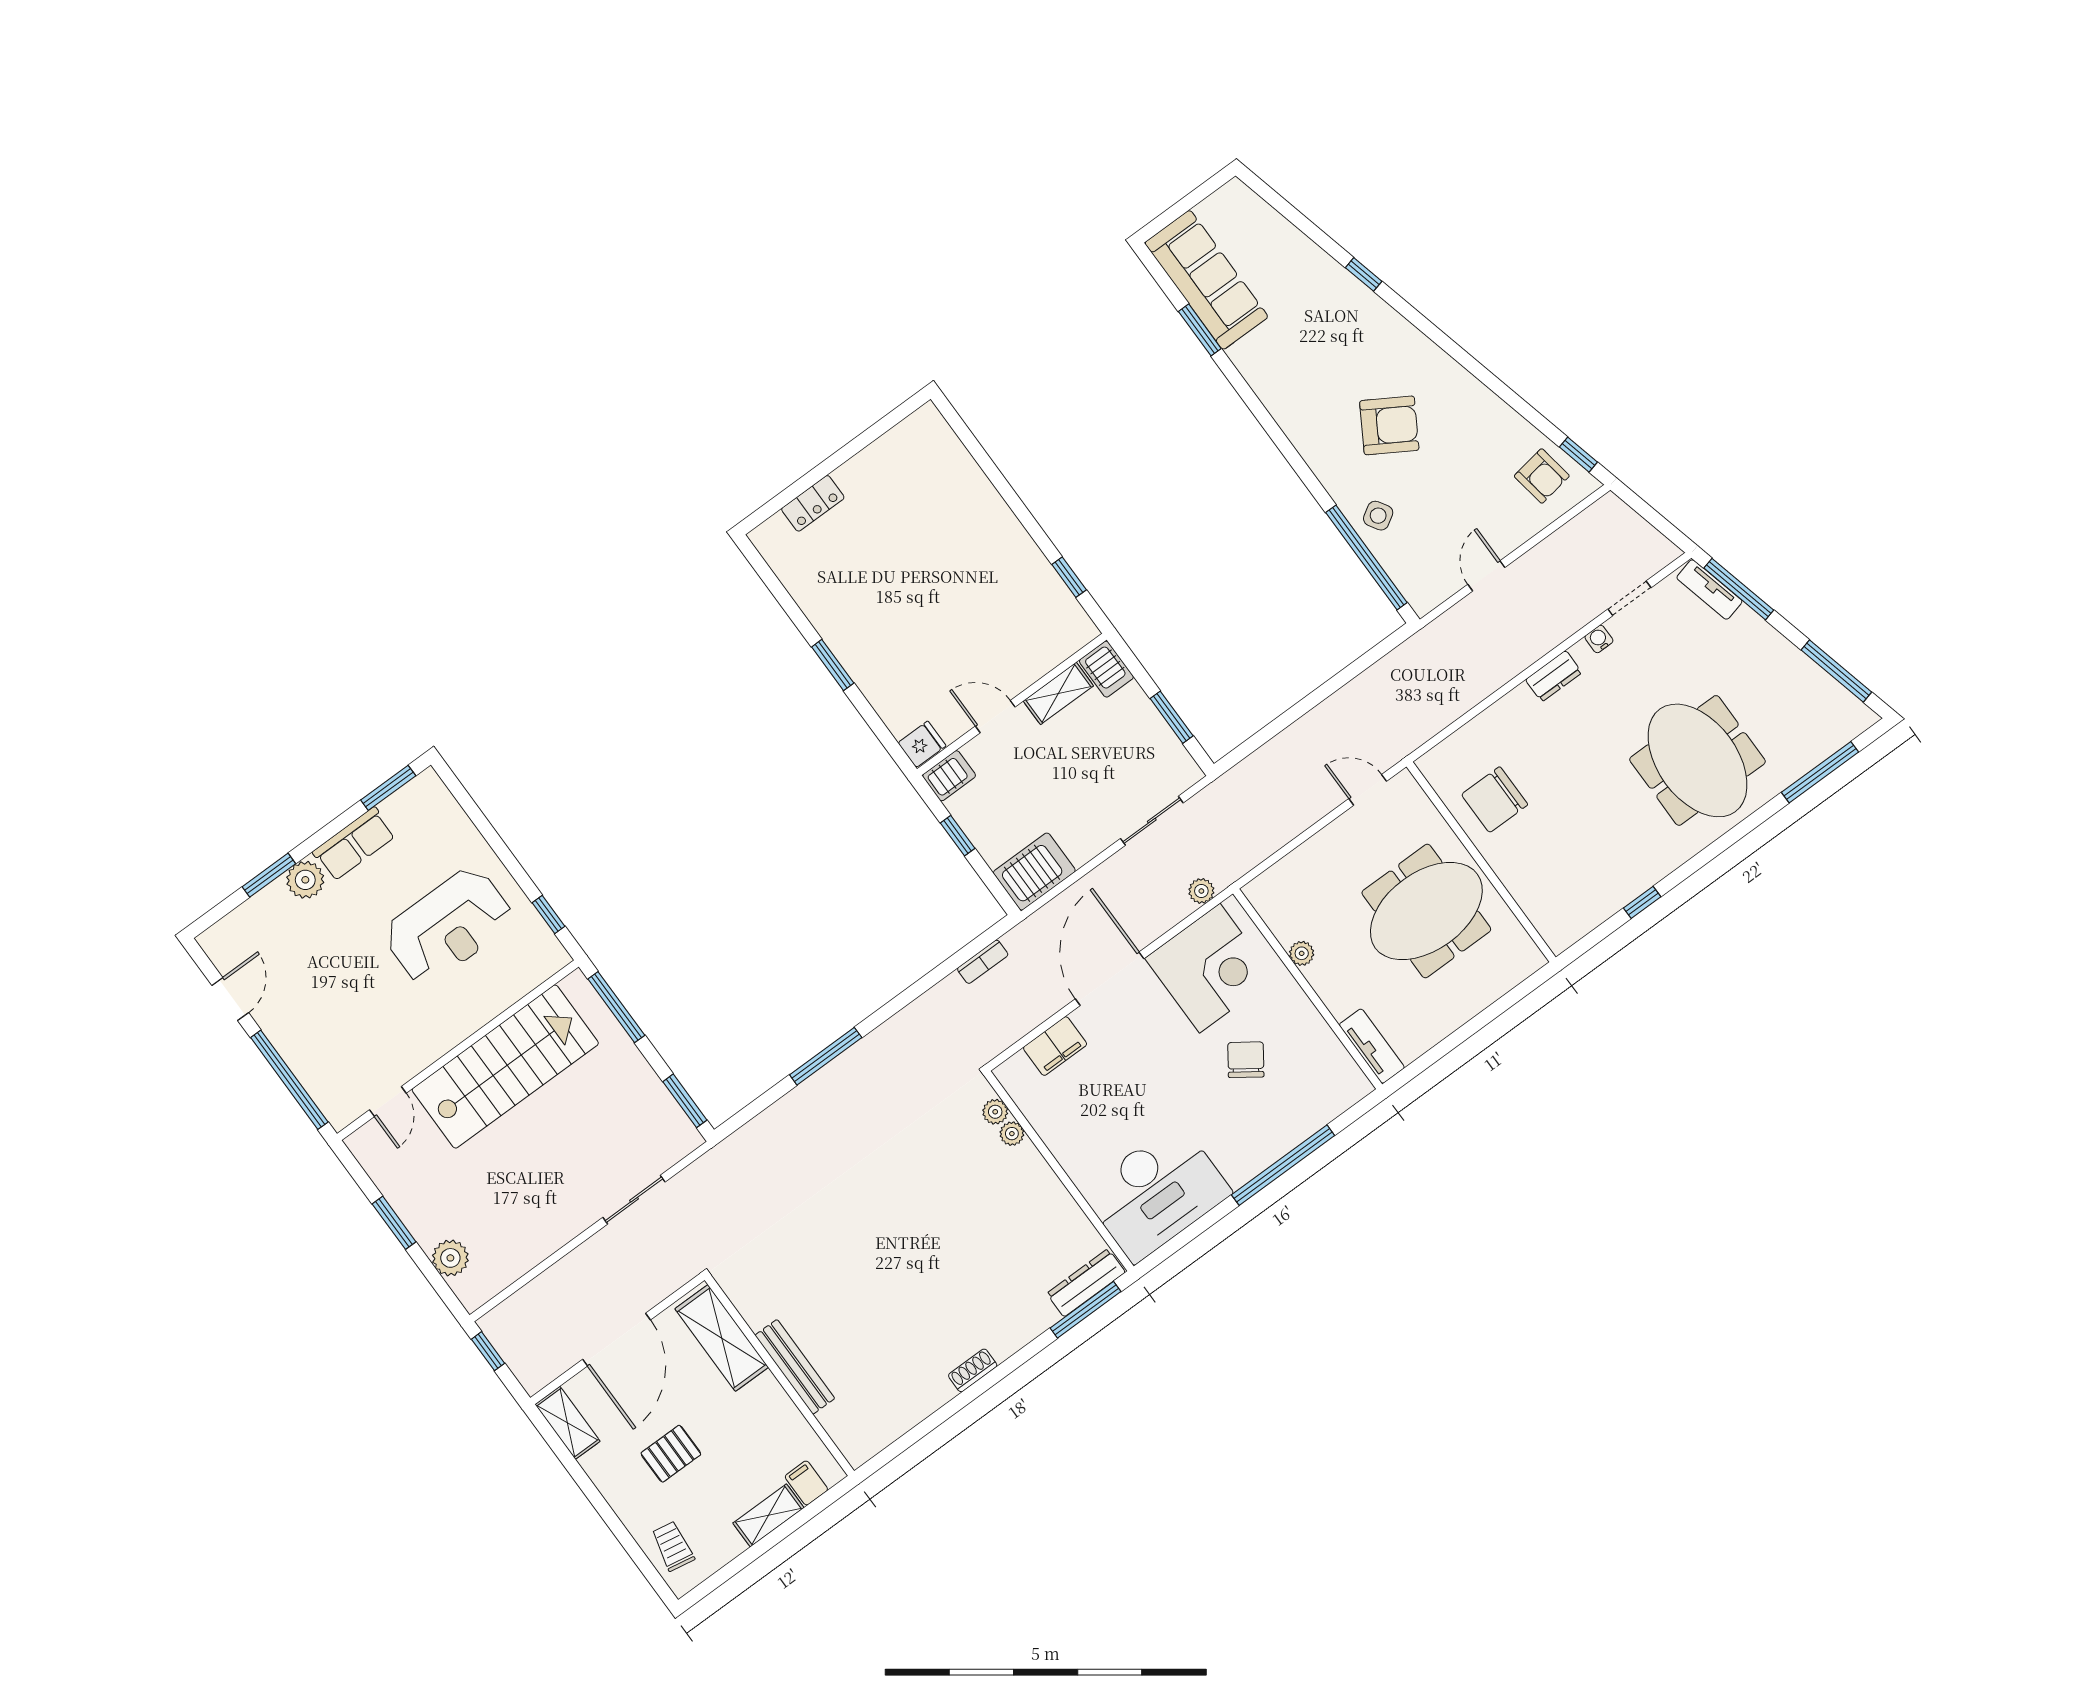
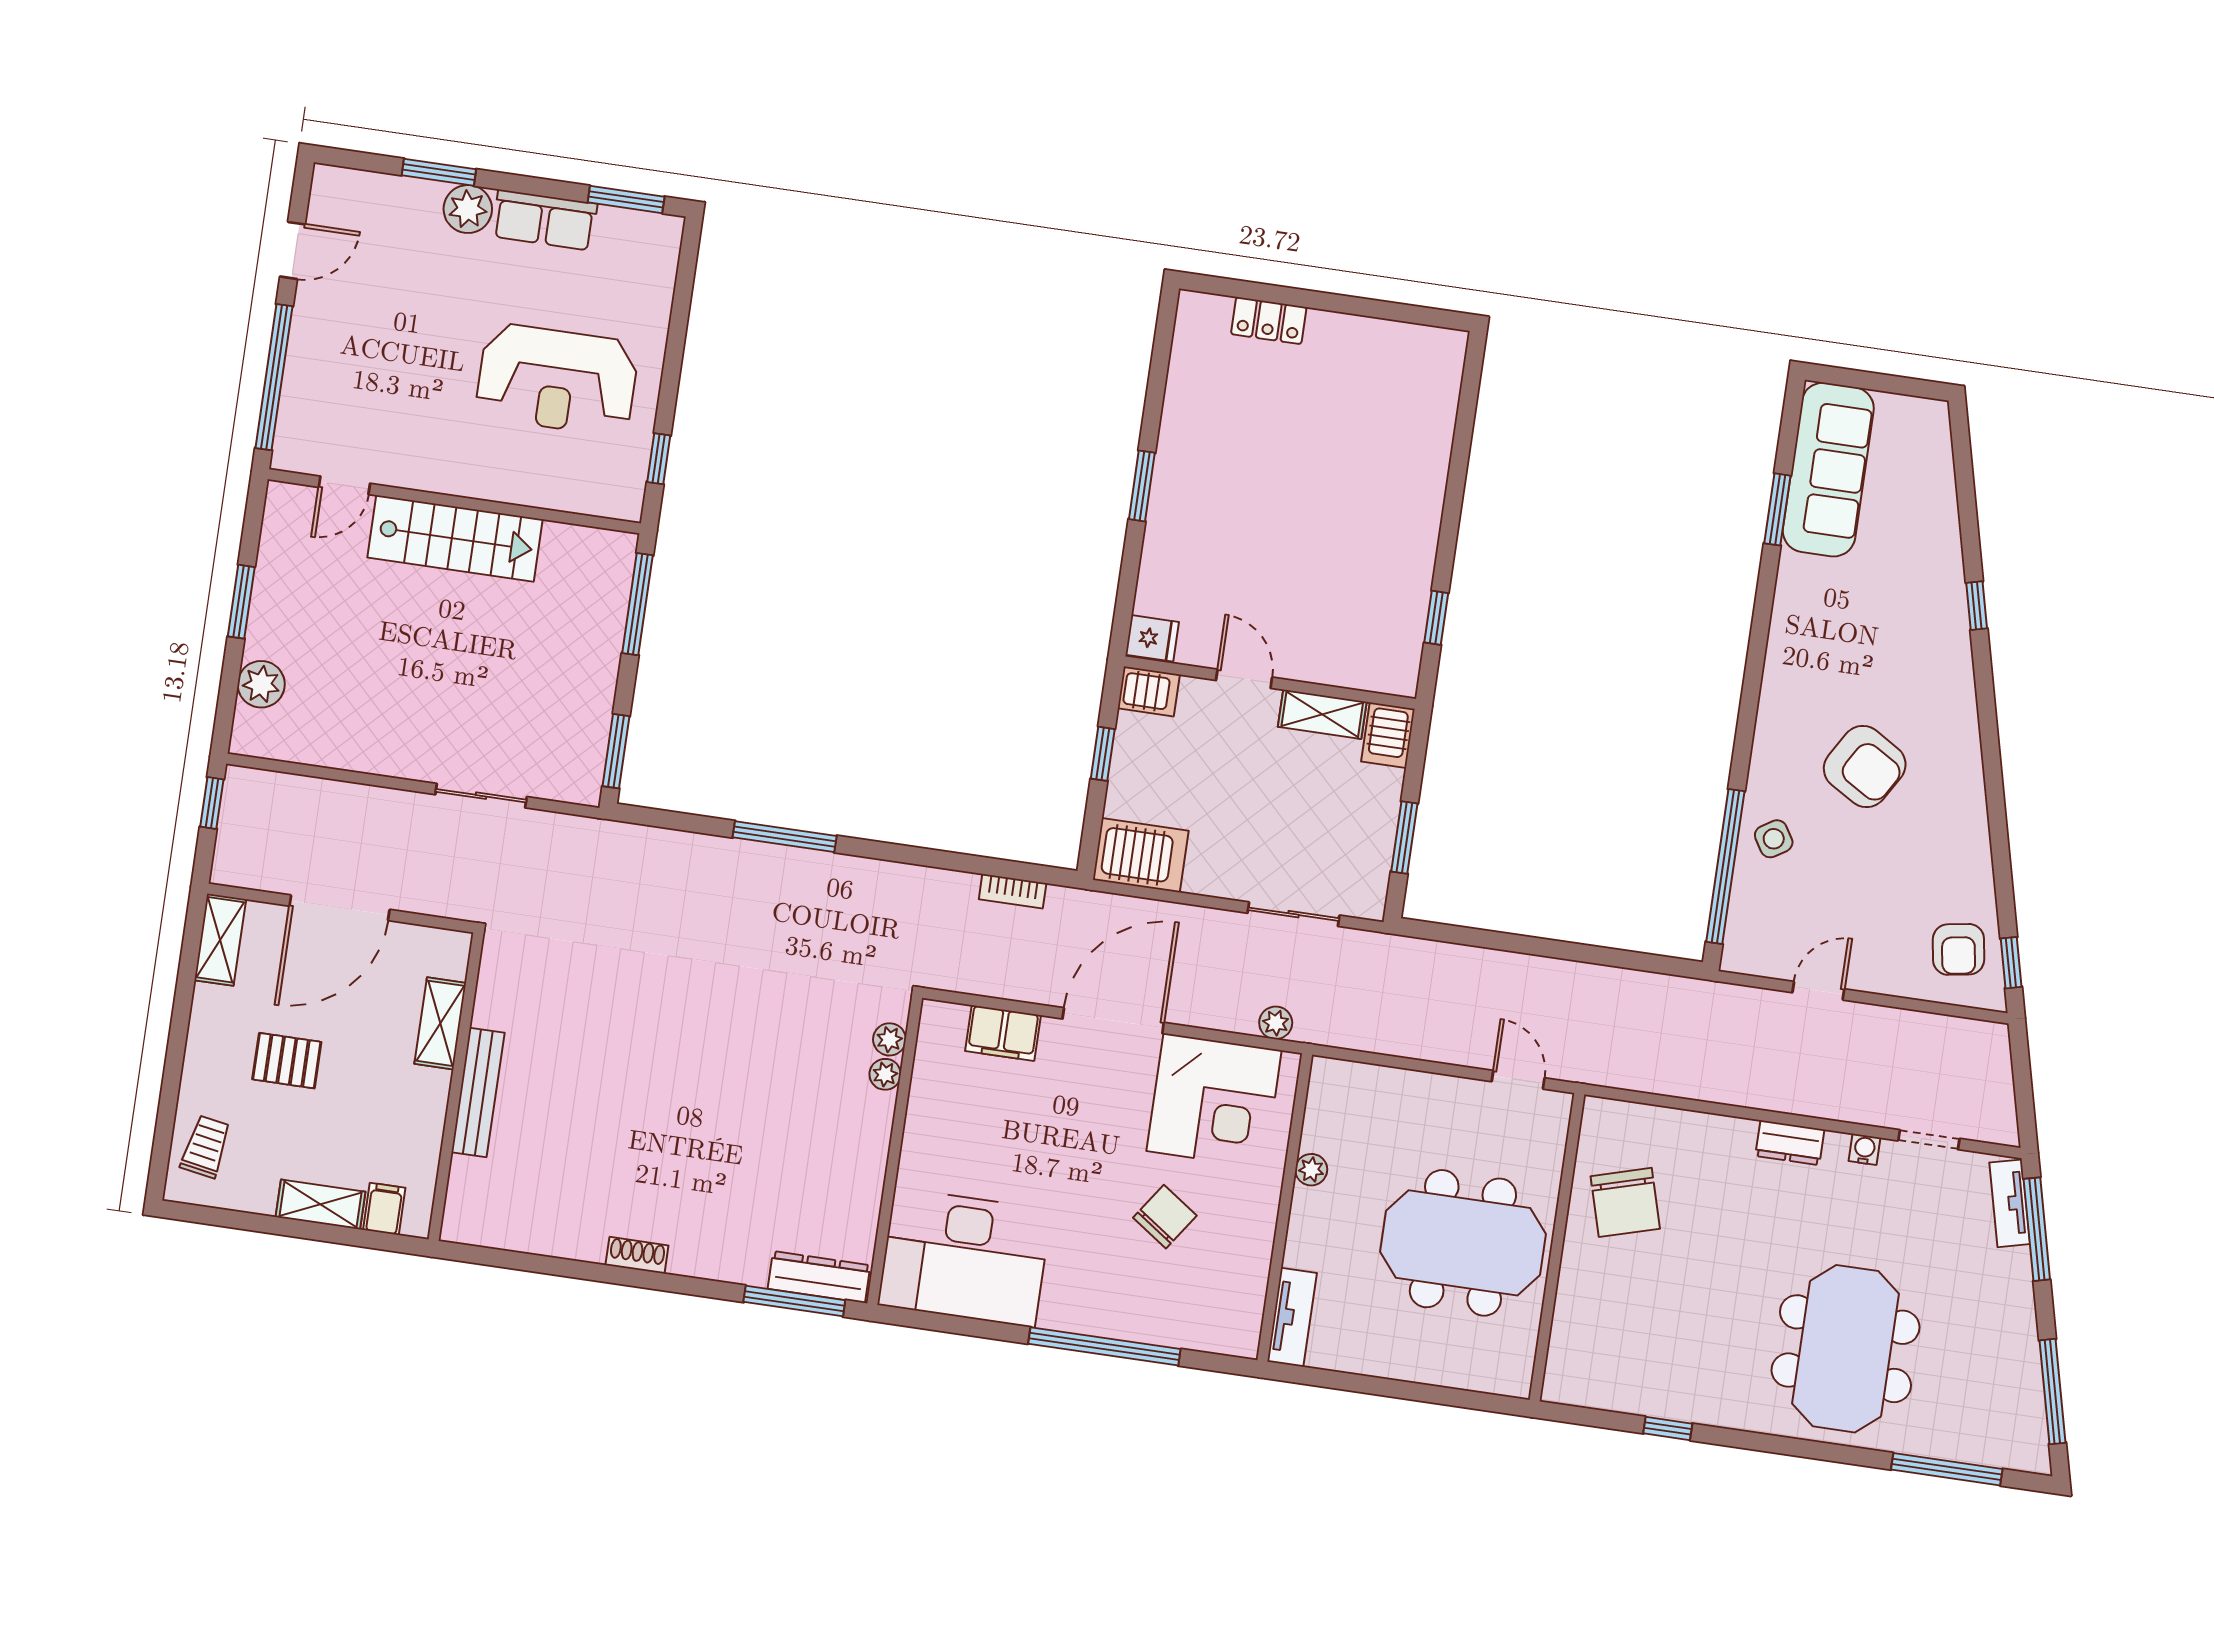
chair: (1495, 800) -> (1625, 1202), turned -106
stairs: (505, 1067) -> (455, 538), width x0.73, depth x0.66
shelving: (722, 1338) -> (440, 1023), width x0.67, depth x0.75

